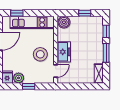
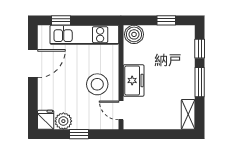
door: (56, 71) -> (121, 110), swing flipped

